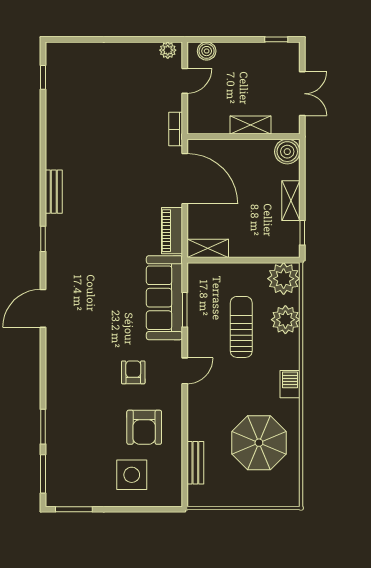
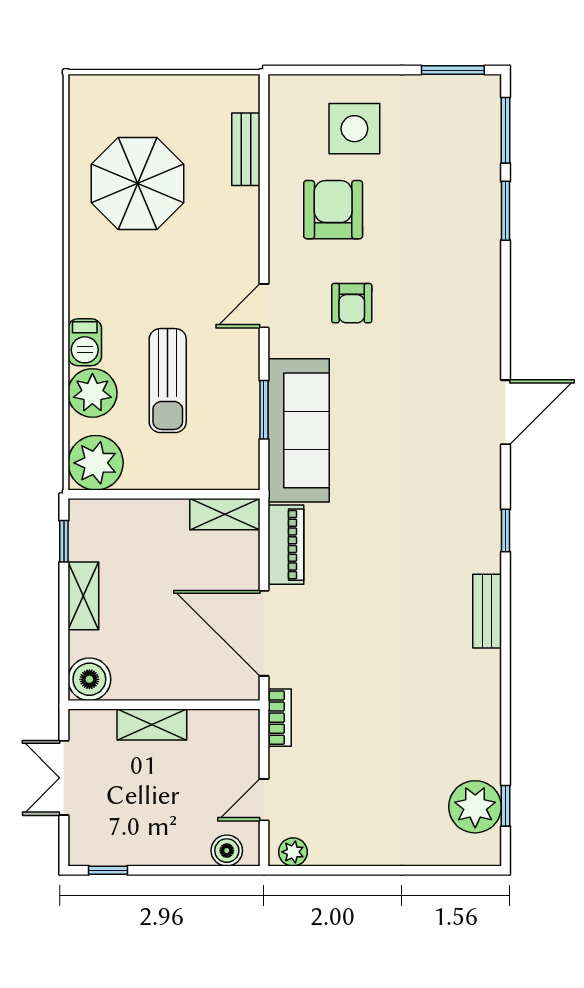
plant: (61, 77) -> (475, 807), added
barbecue: (290, 384) -> (85, 342), moved

